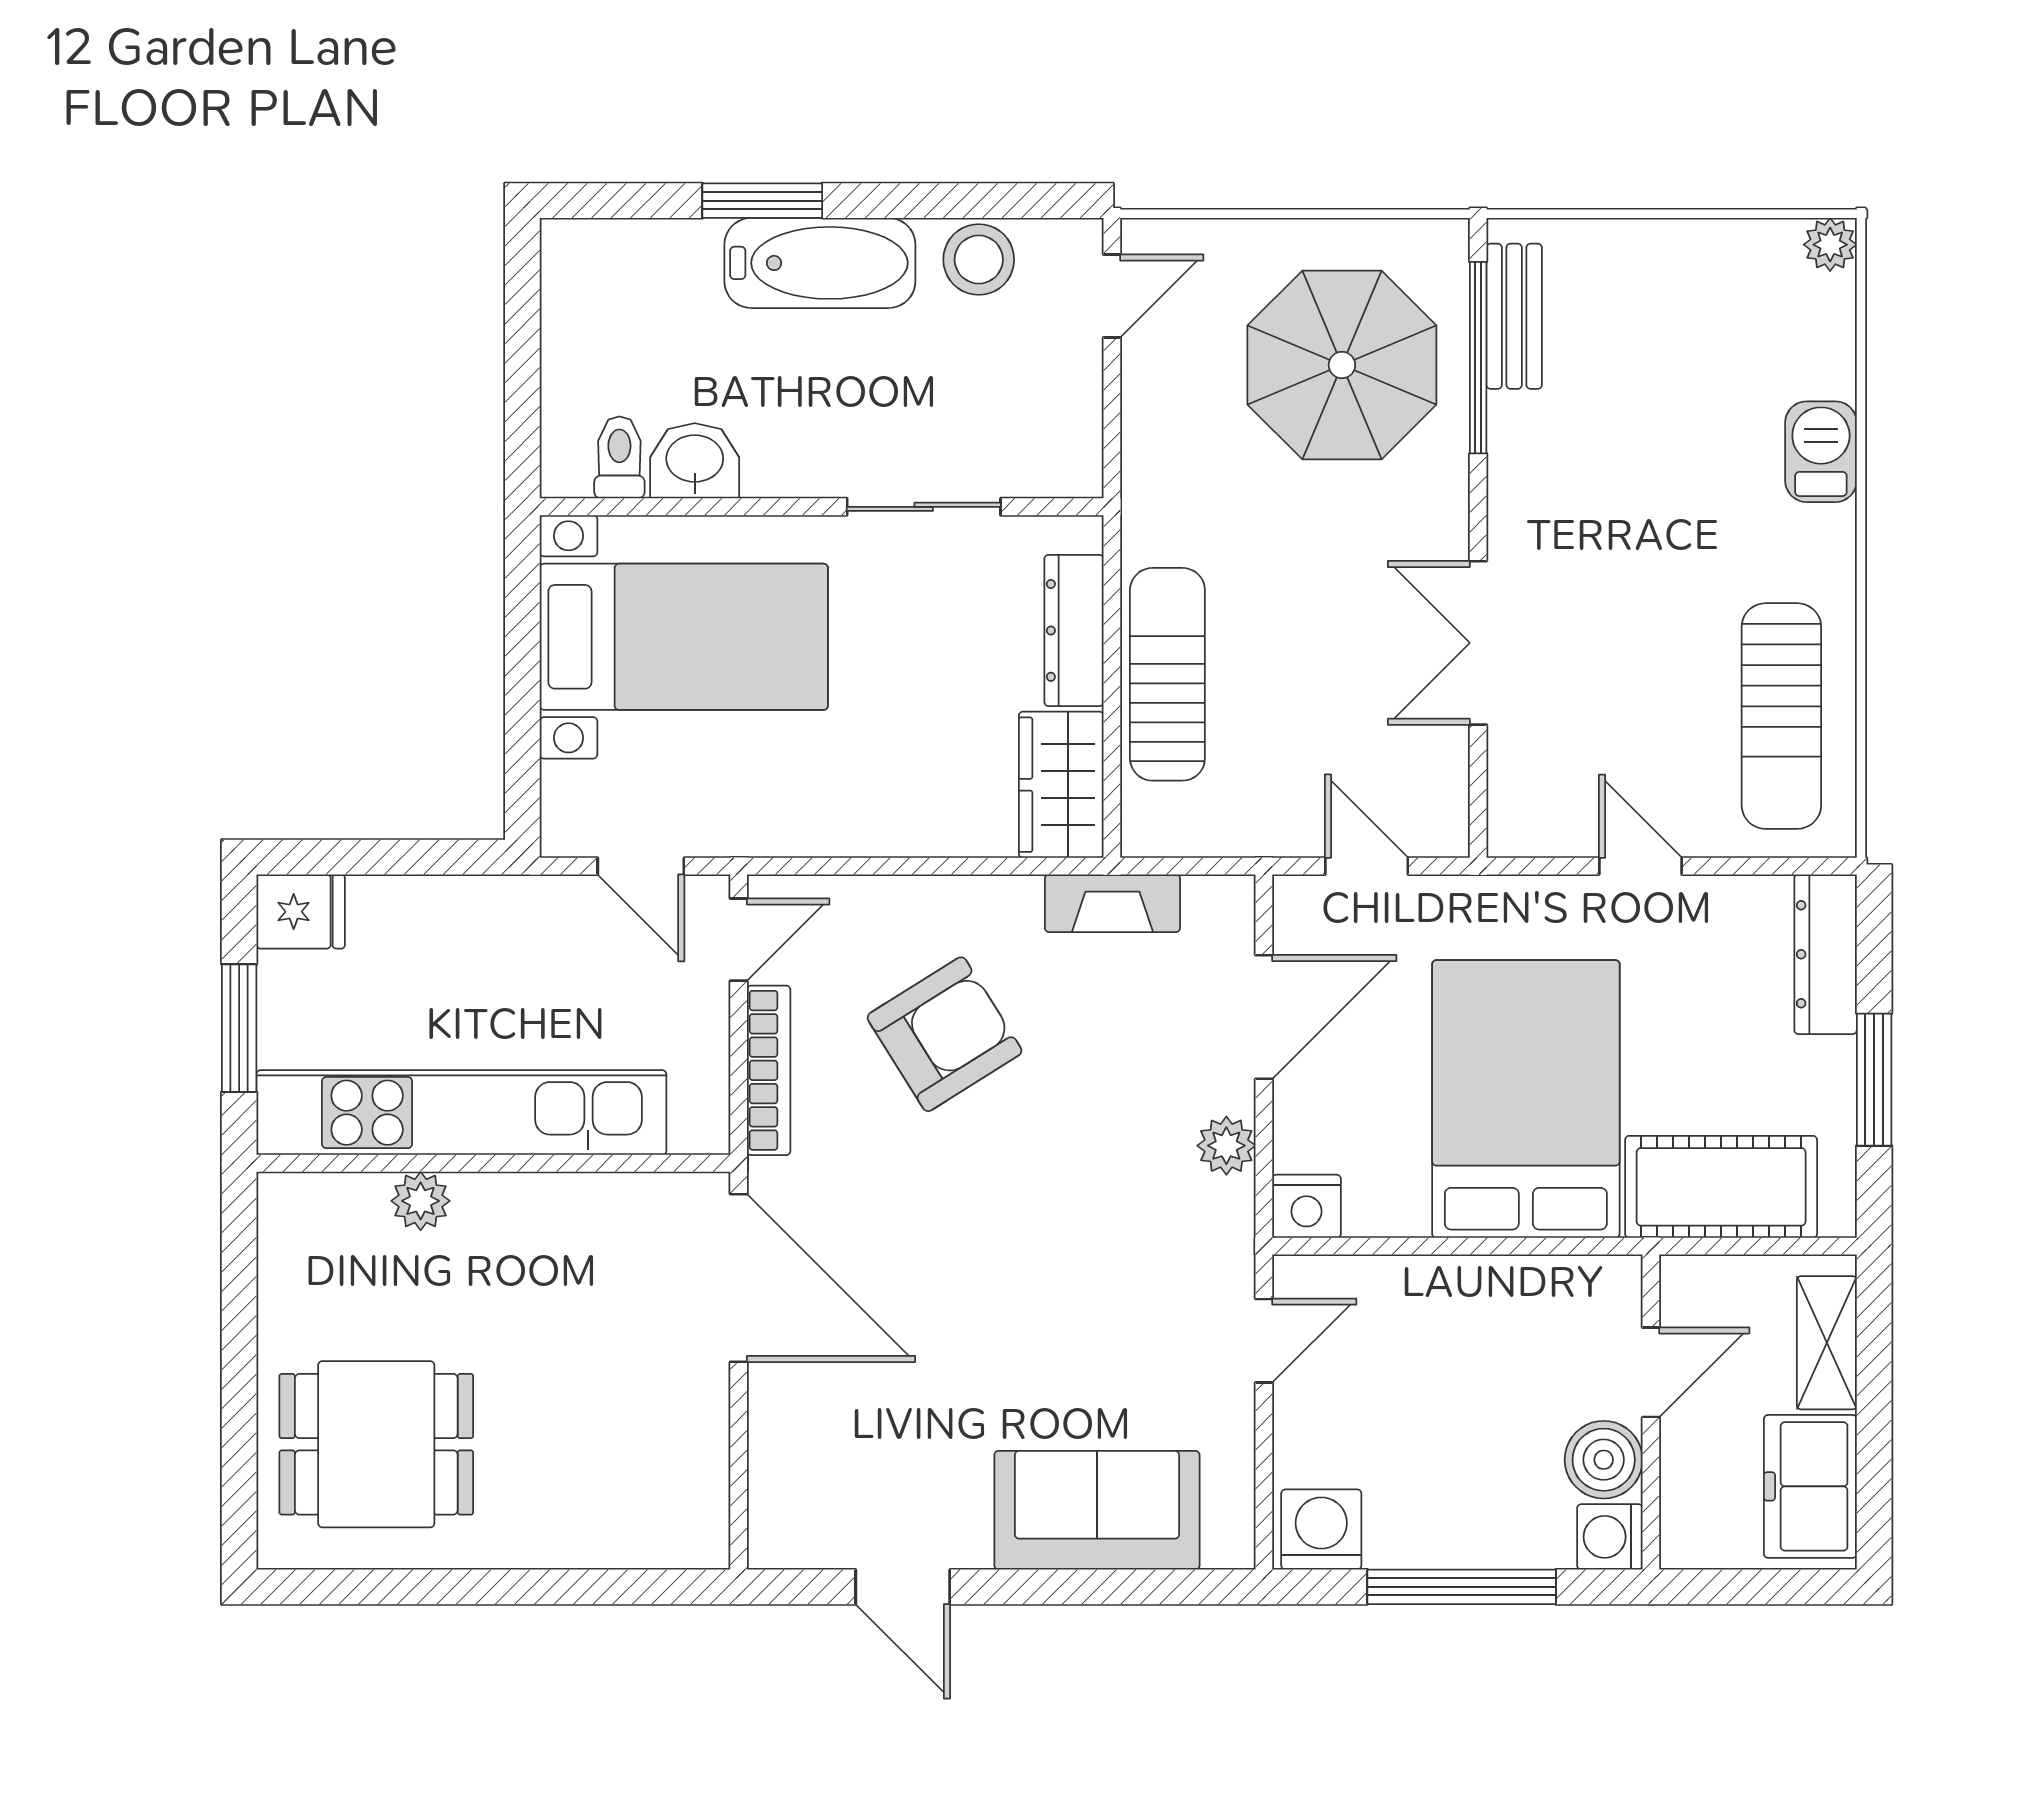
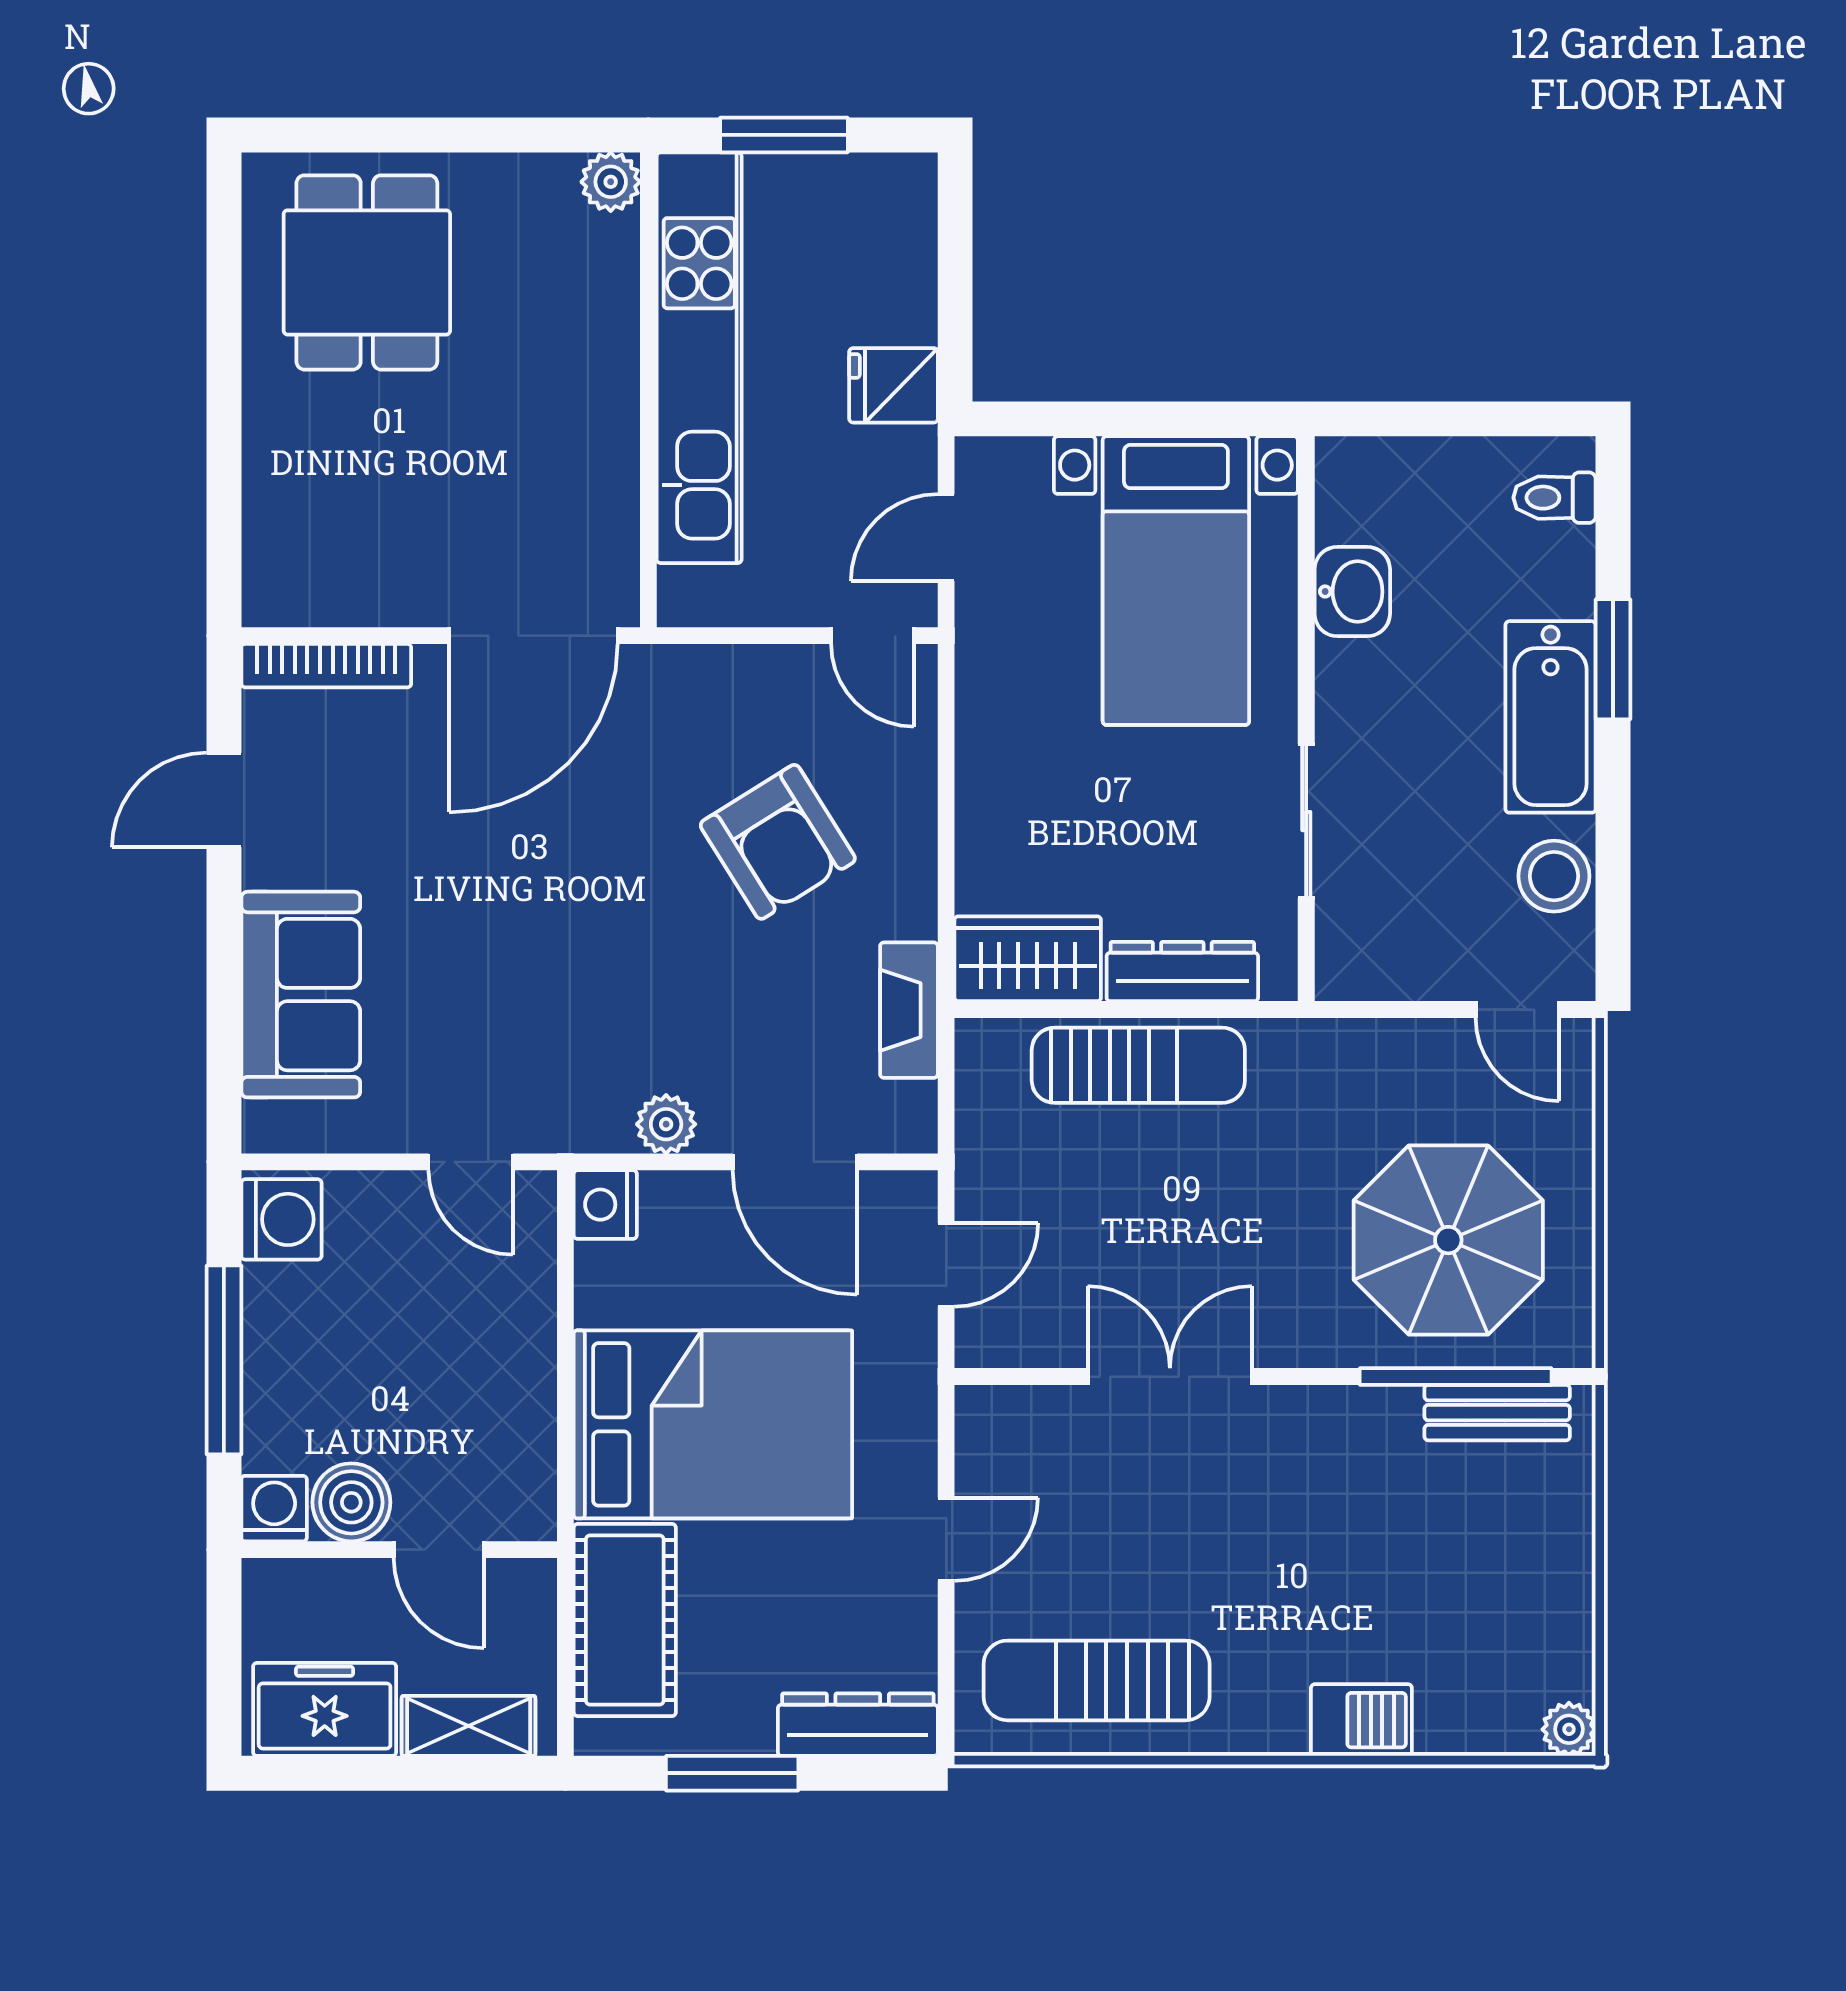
toilet: (619, 457) -> (1554, 498), moved, turned 180
fridge: (301, 912) -> (893, 385), moved, turned 90
bookcase: (769, 1070) -> (326, 666), moved
plant: (421, 1201) -> (611, 182), moved

